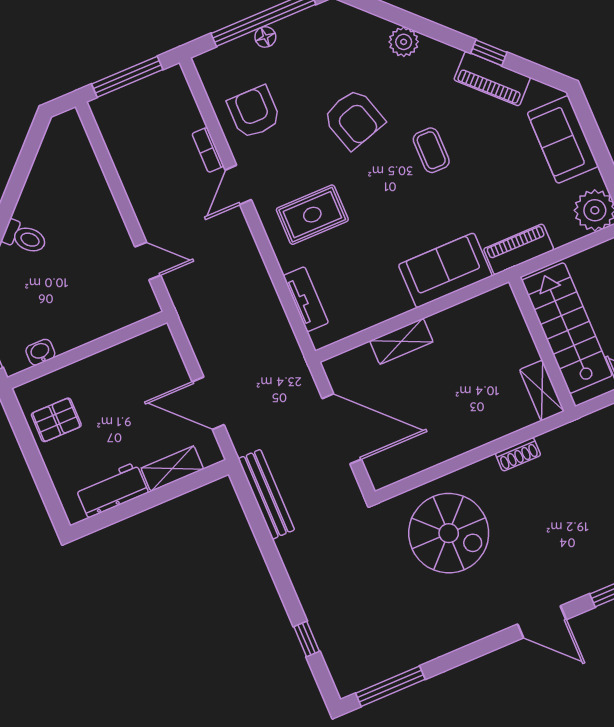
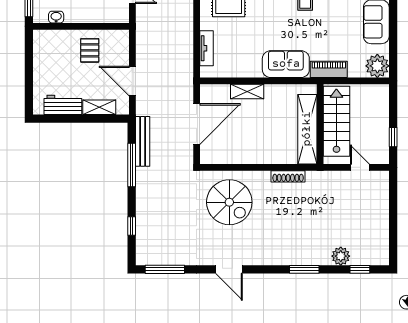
shelving: (542, 390) -> (307, 129), width x2.20, depth x1.33
pallet: (56, 420) -> (90, 50), moved, turned 90
door: (342, 429) -> (197, 124), hinge flipped
shoe rack: (518, 454) -> (288, 176), width x1.43
window: (265, 540) -> (132, 165), added
door: (542, 622) -> (229, 269), moved

